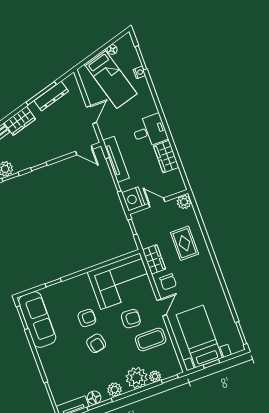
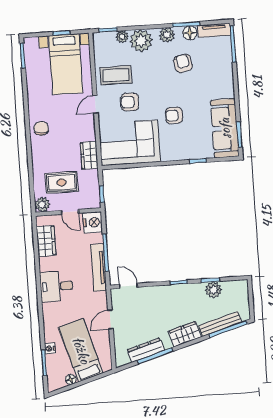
wardrobe: (166, 157) -> (46, 241), moved
rug: (184, 243) -> (62, 182), moved, turned 90
chair: (168, 282) -> (41, 128), moved
armchair: (96, 343) -> (183, 63), moved

